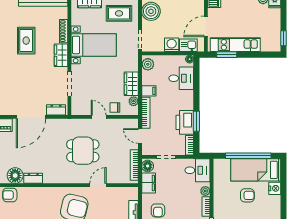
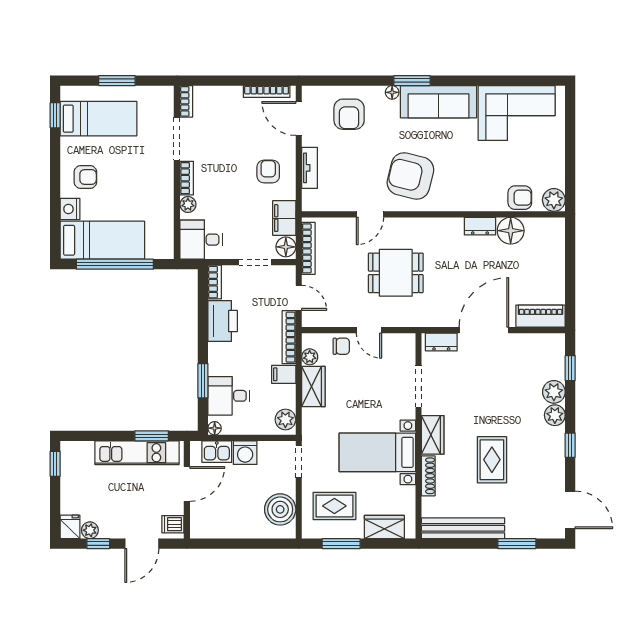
window: (196, 121) -> (203, 381), moved
armchair: (247, 195) -> (85, 177), moved, turned 180

